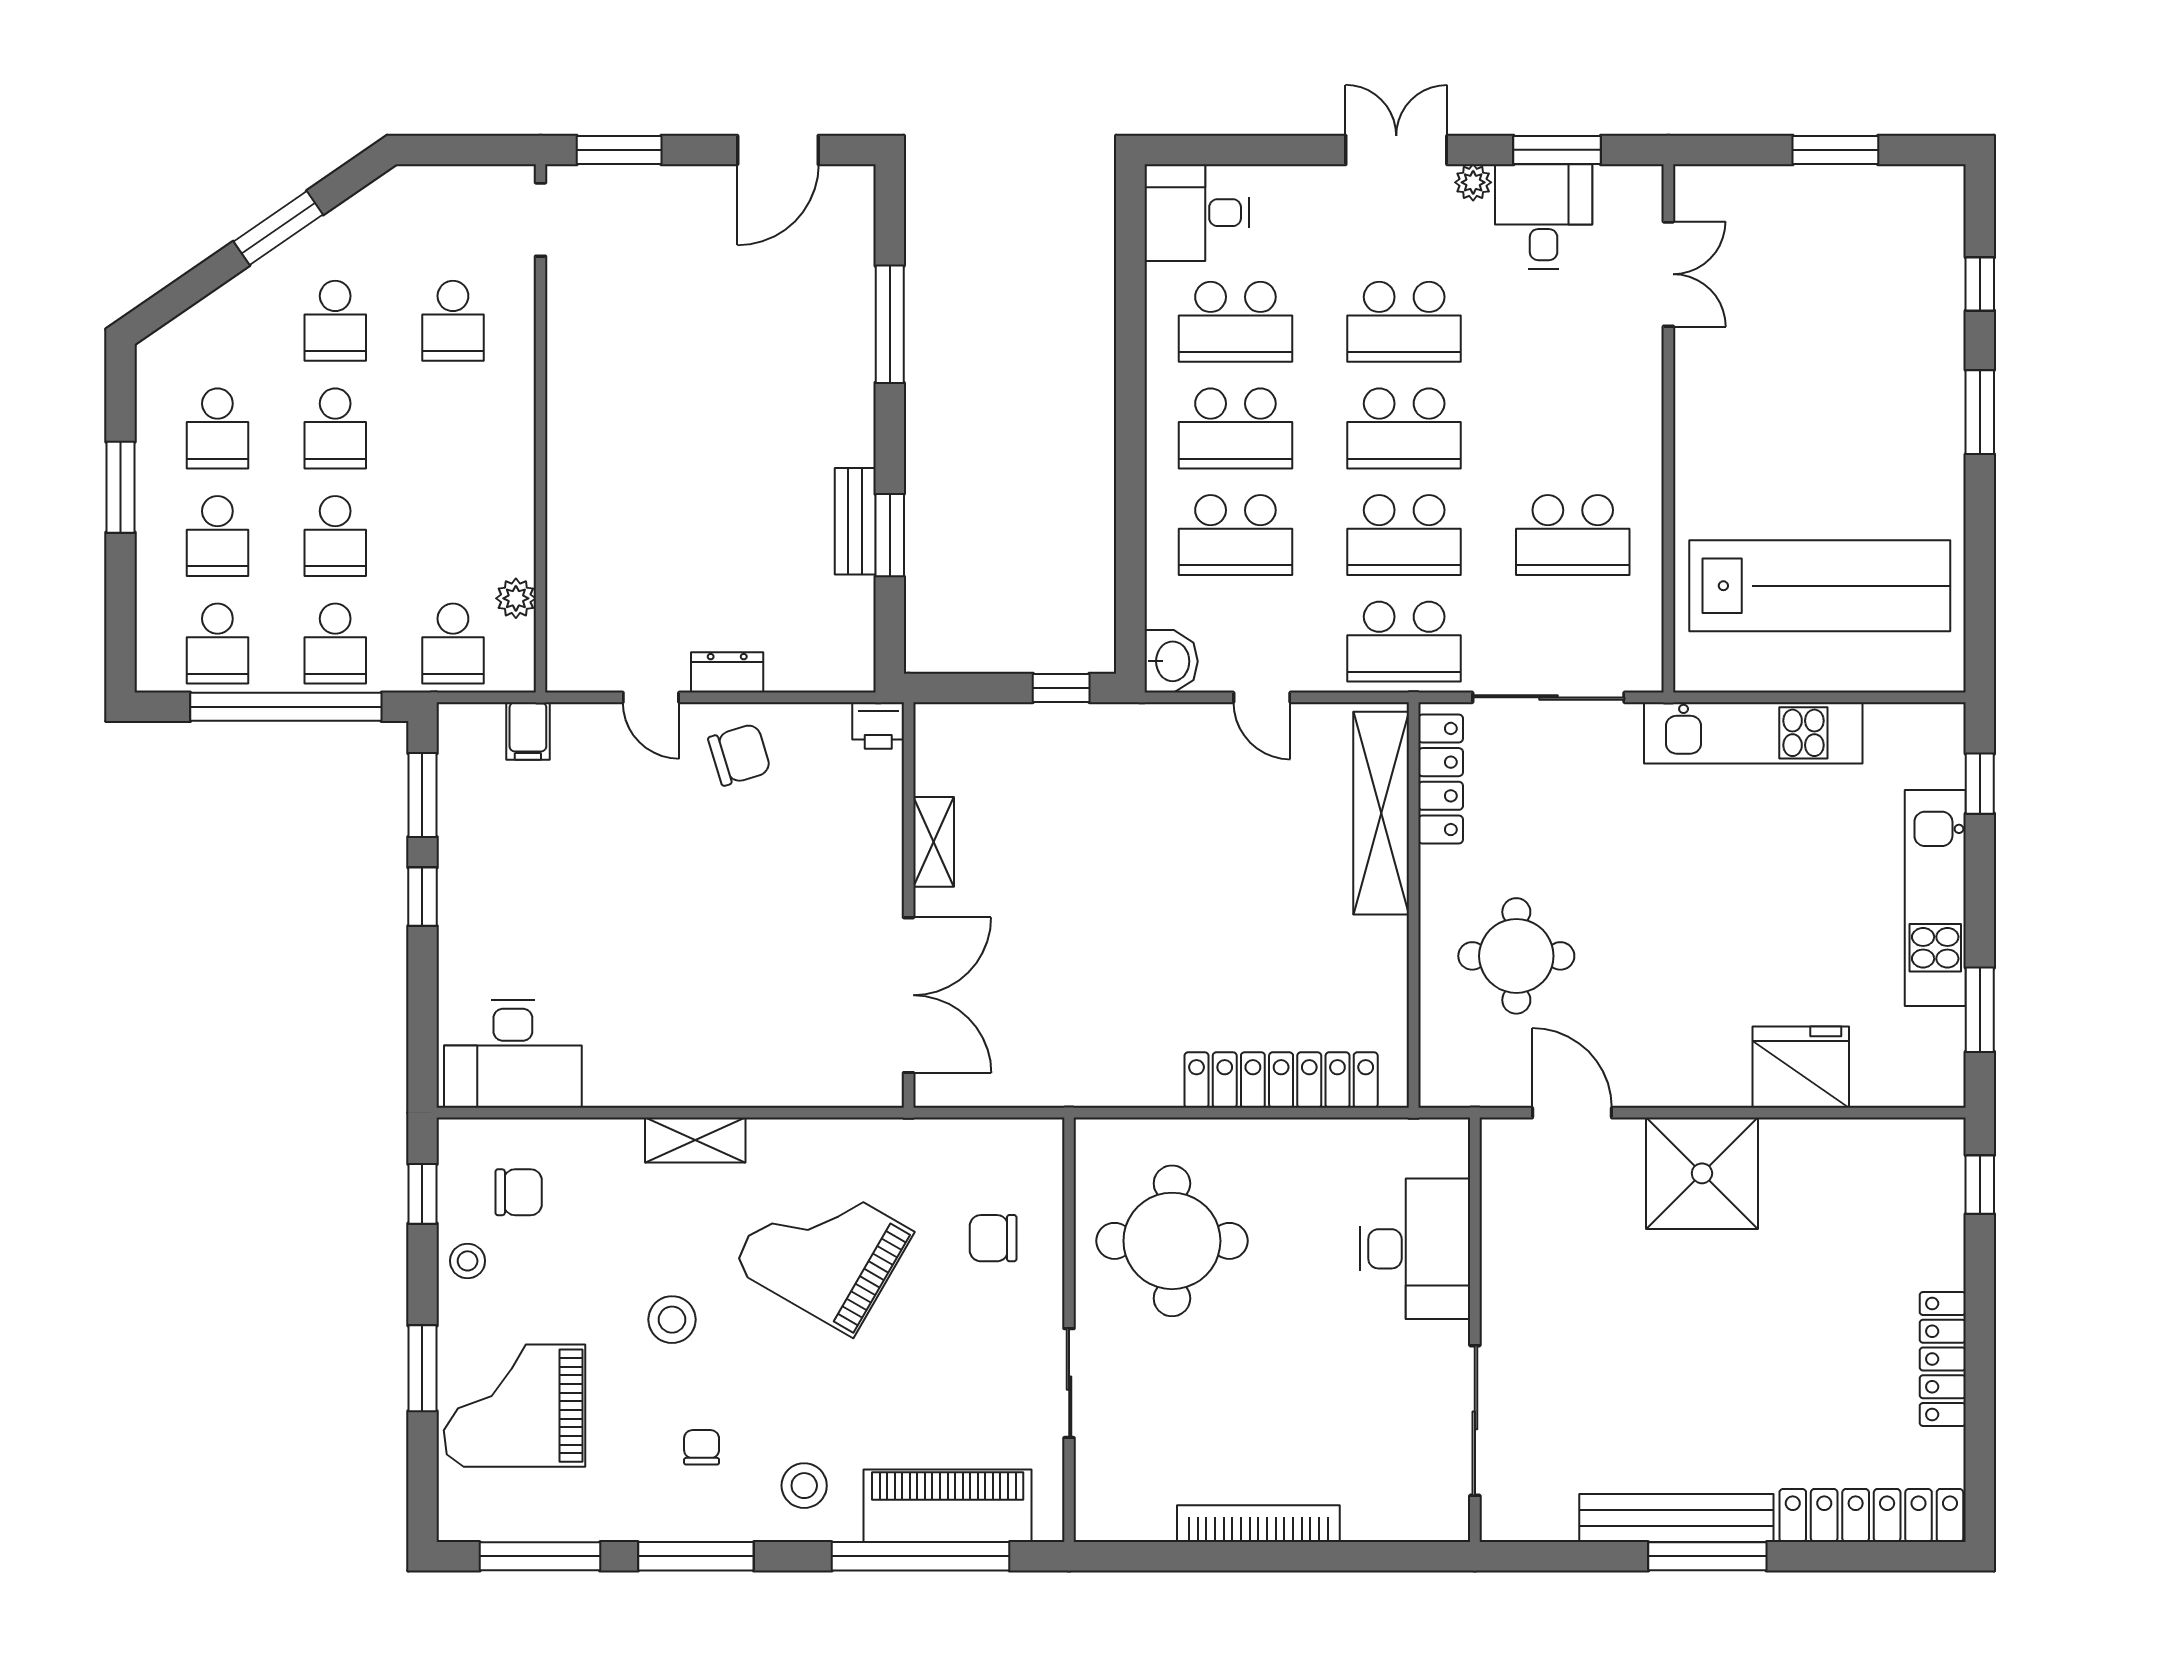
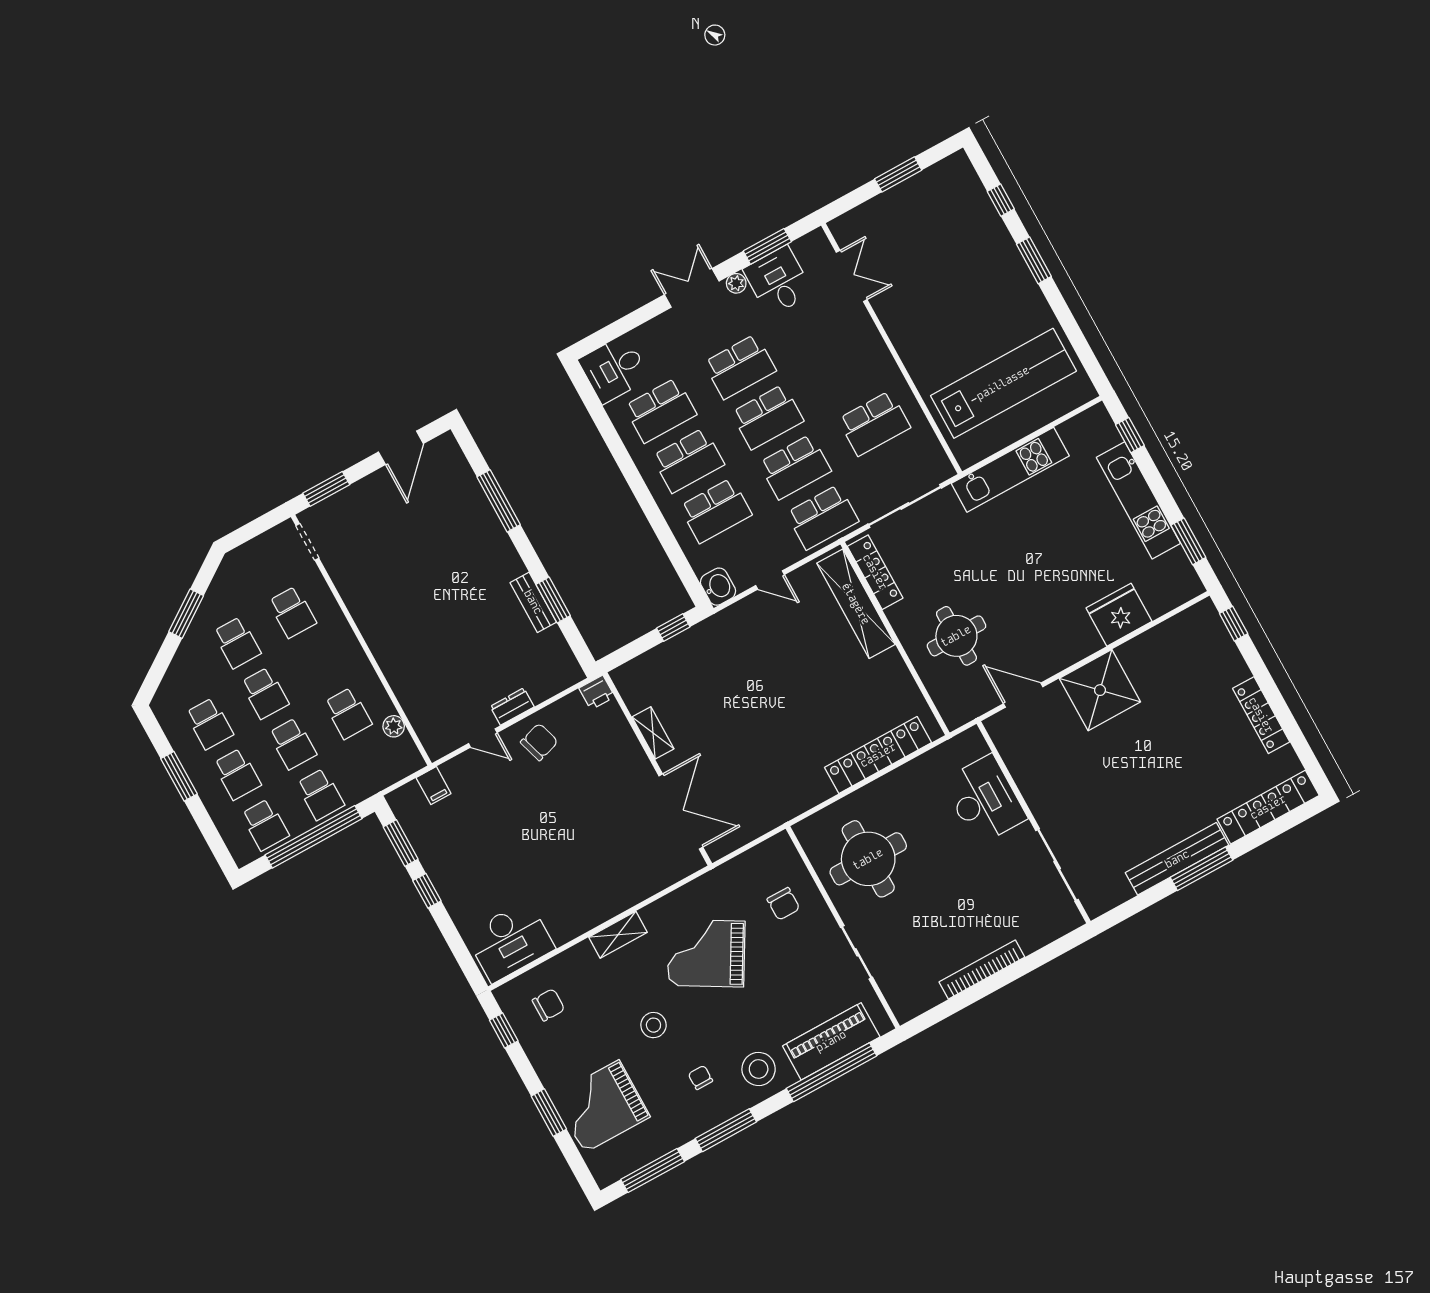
school desk: (453, 644) -> (348, 713), moved
chair: (993, 1238) -> (783, 904), turned -90
stool: (468, 1261) -> (542, 1050), removed
stool: (804, 1486) -> (759, 1069), width x1.38, depth x1.38

